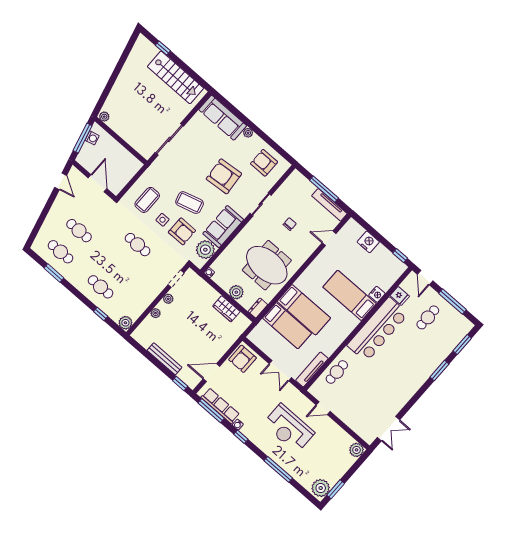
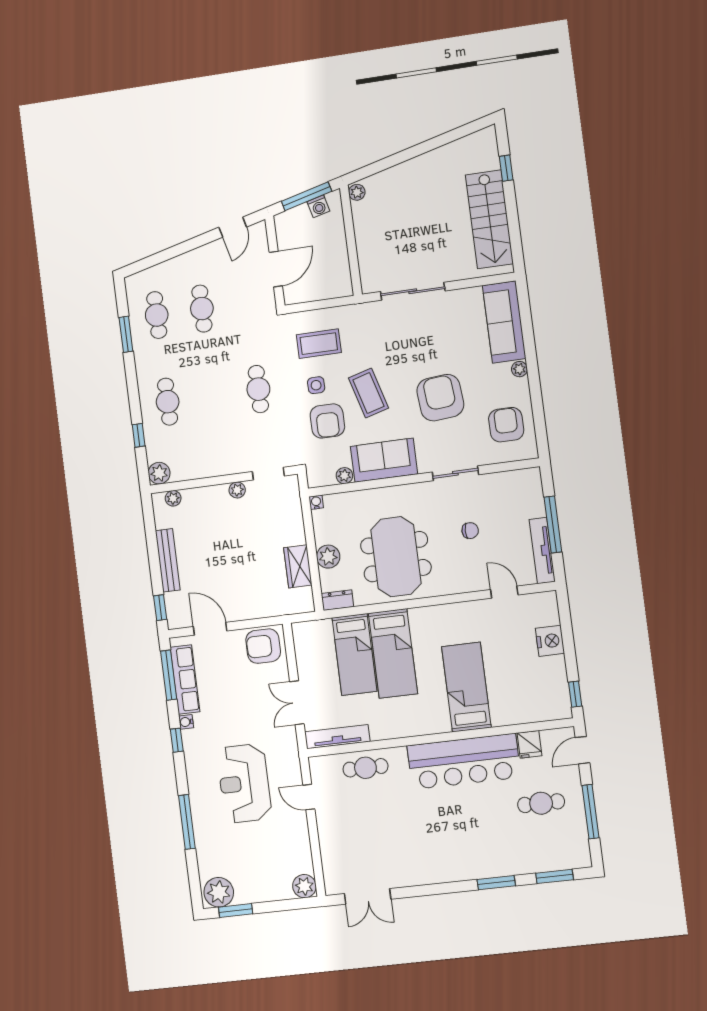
plant: (205, 250) -> (344, 476), width x0.53, depth x0.53
nightstand: (377, 294) -> (502, 716), removed
plant: (155, 313) -> (173, 498), moved

